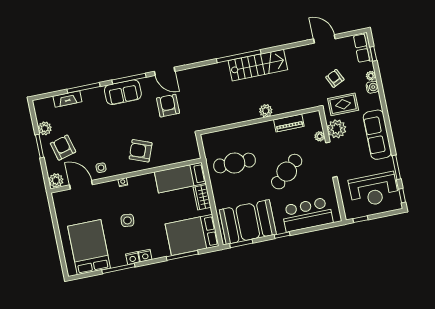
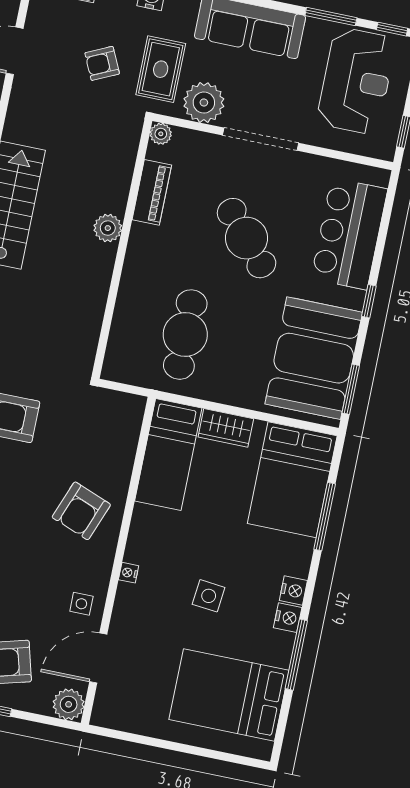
plant: (320, 136) -> (161, 134), moved

